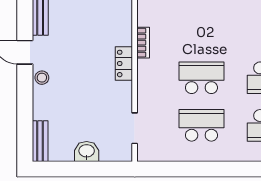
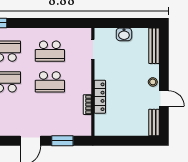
locker: (124, 63) -> (100, 97), width x1.53
bench: (40, 141) -> (154, 46), width x1.36

